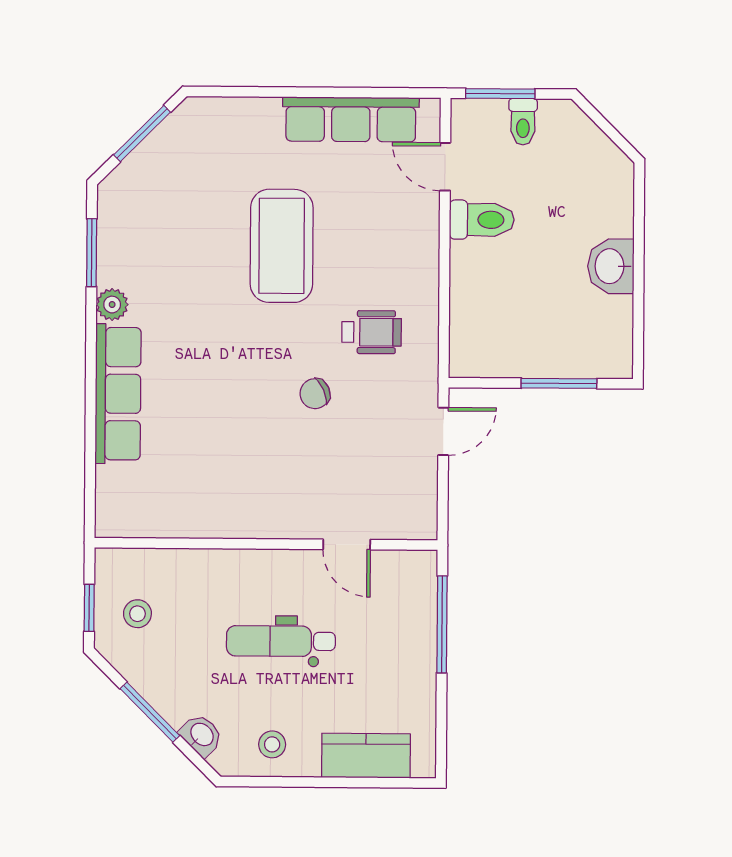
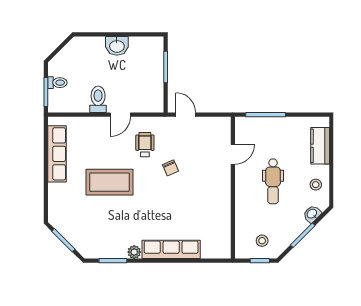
door: (445, 167) -> (120, 115), moved

